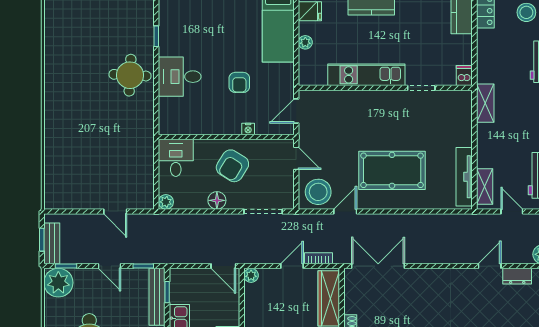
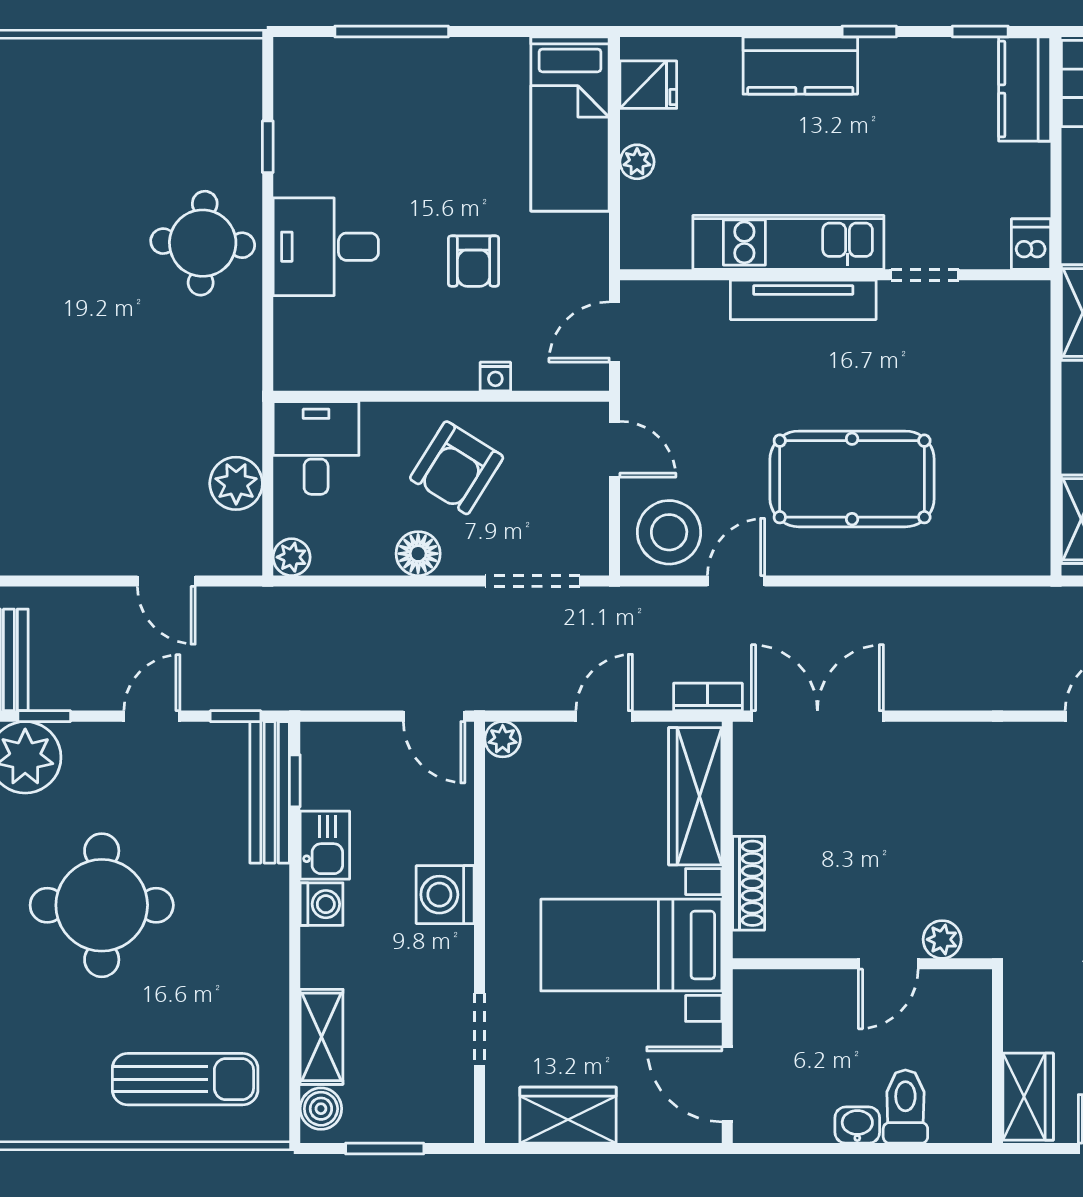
plant: (143, 172) -> (236, 483), added
tv unit: (464, 177) -> (803, 300), moved, turned -90
bookcase: (318, 258) -> (708, 697), moved
door: (110, 266) -> (152, 716), swing flipped

